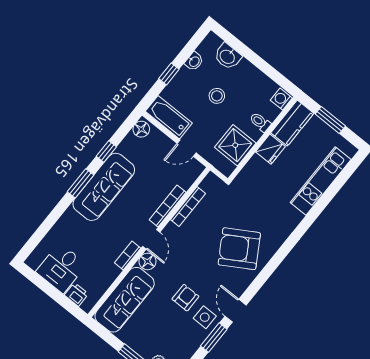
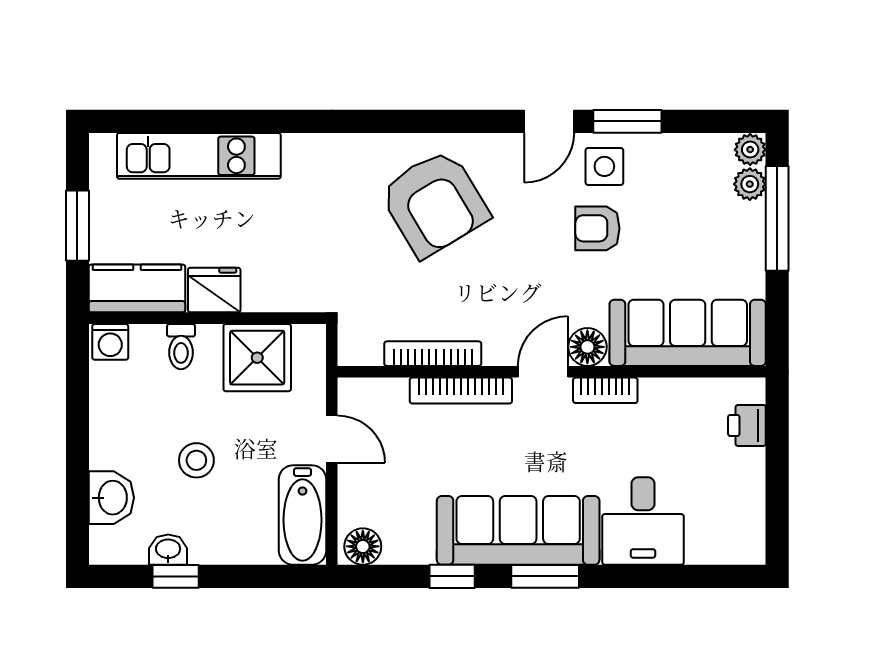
window: (169, 74) -> (176, 576), moved
desk: (61, 268) -> (643, 521), moved, turned 90

